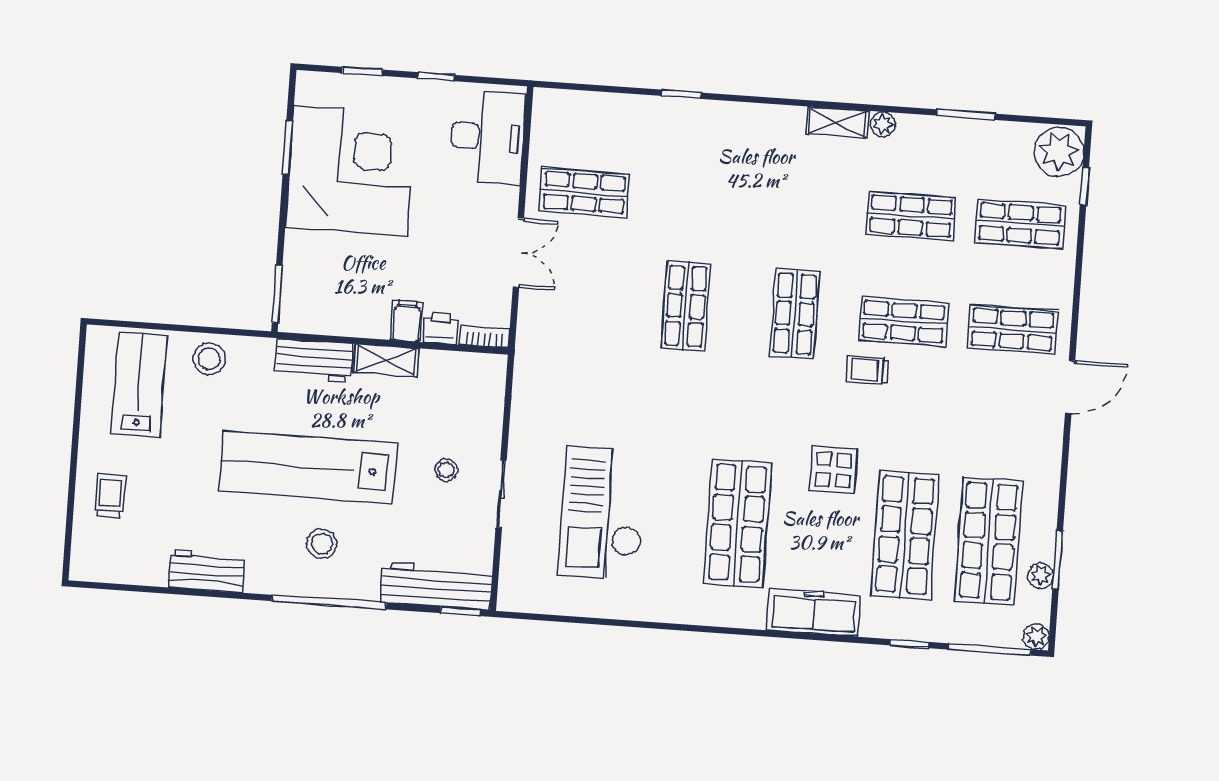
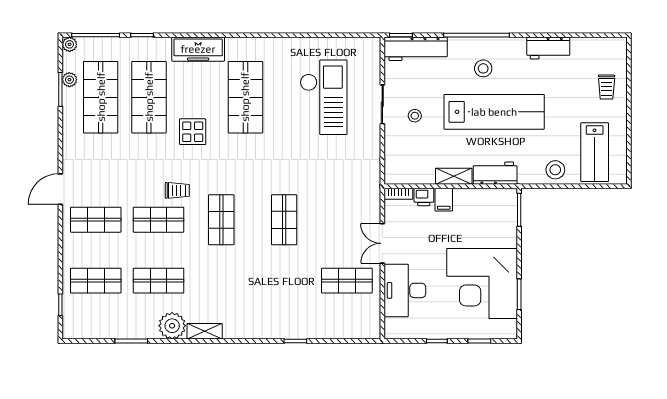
plant: (883, 124) -> (172, 326), width x1.88, depth x1.88
desk: (487, 137) -> (405, 290), moved
plant: (1059, 152) -> (76, 324), removed

